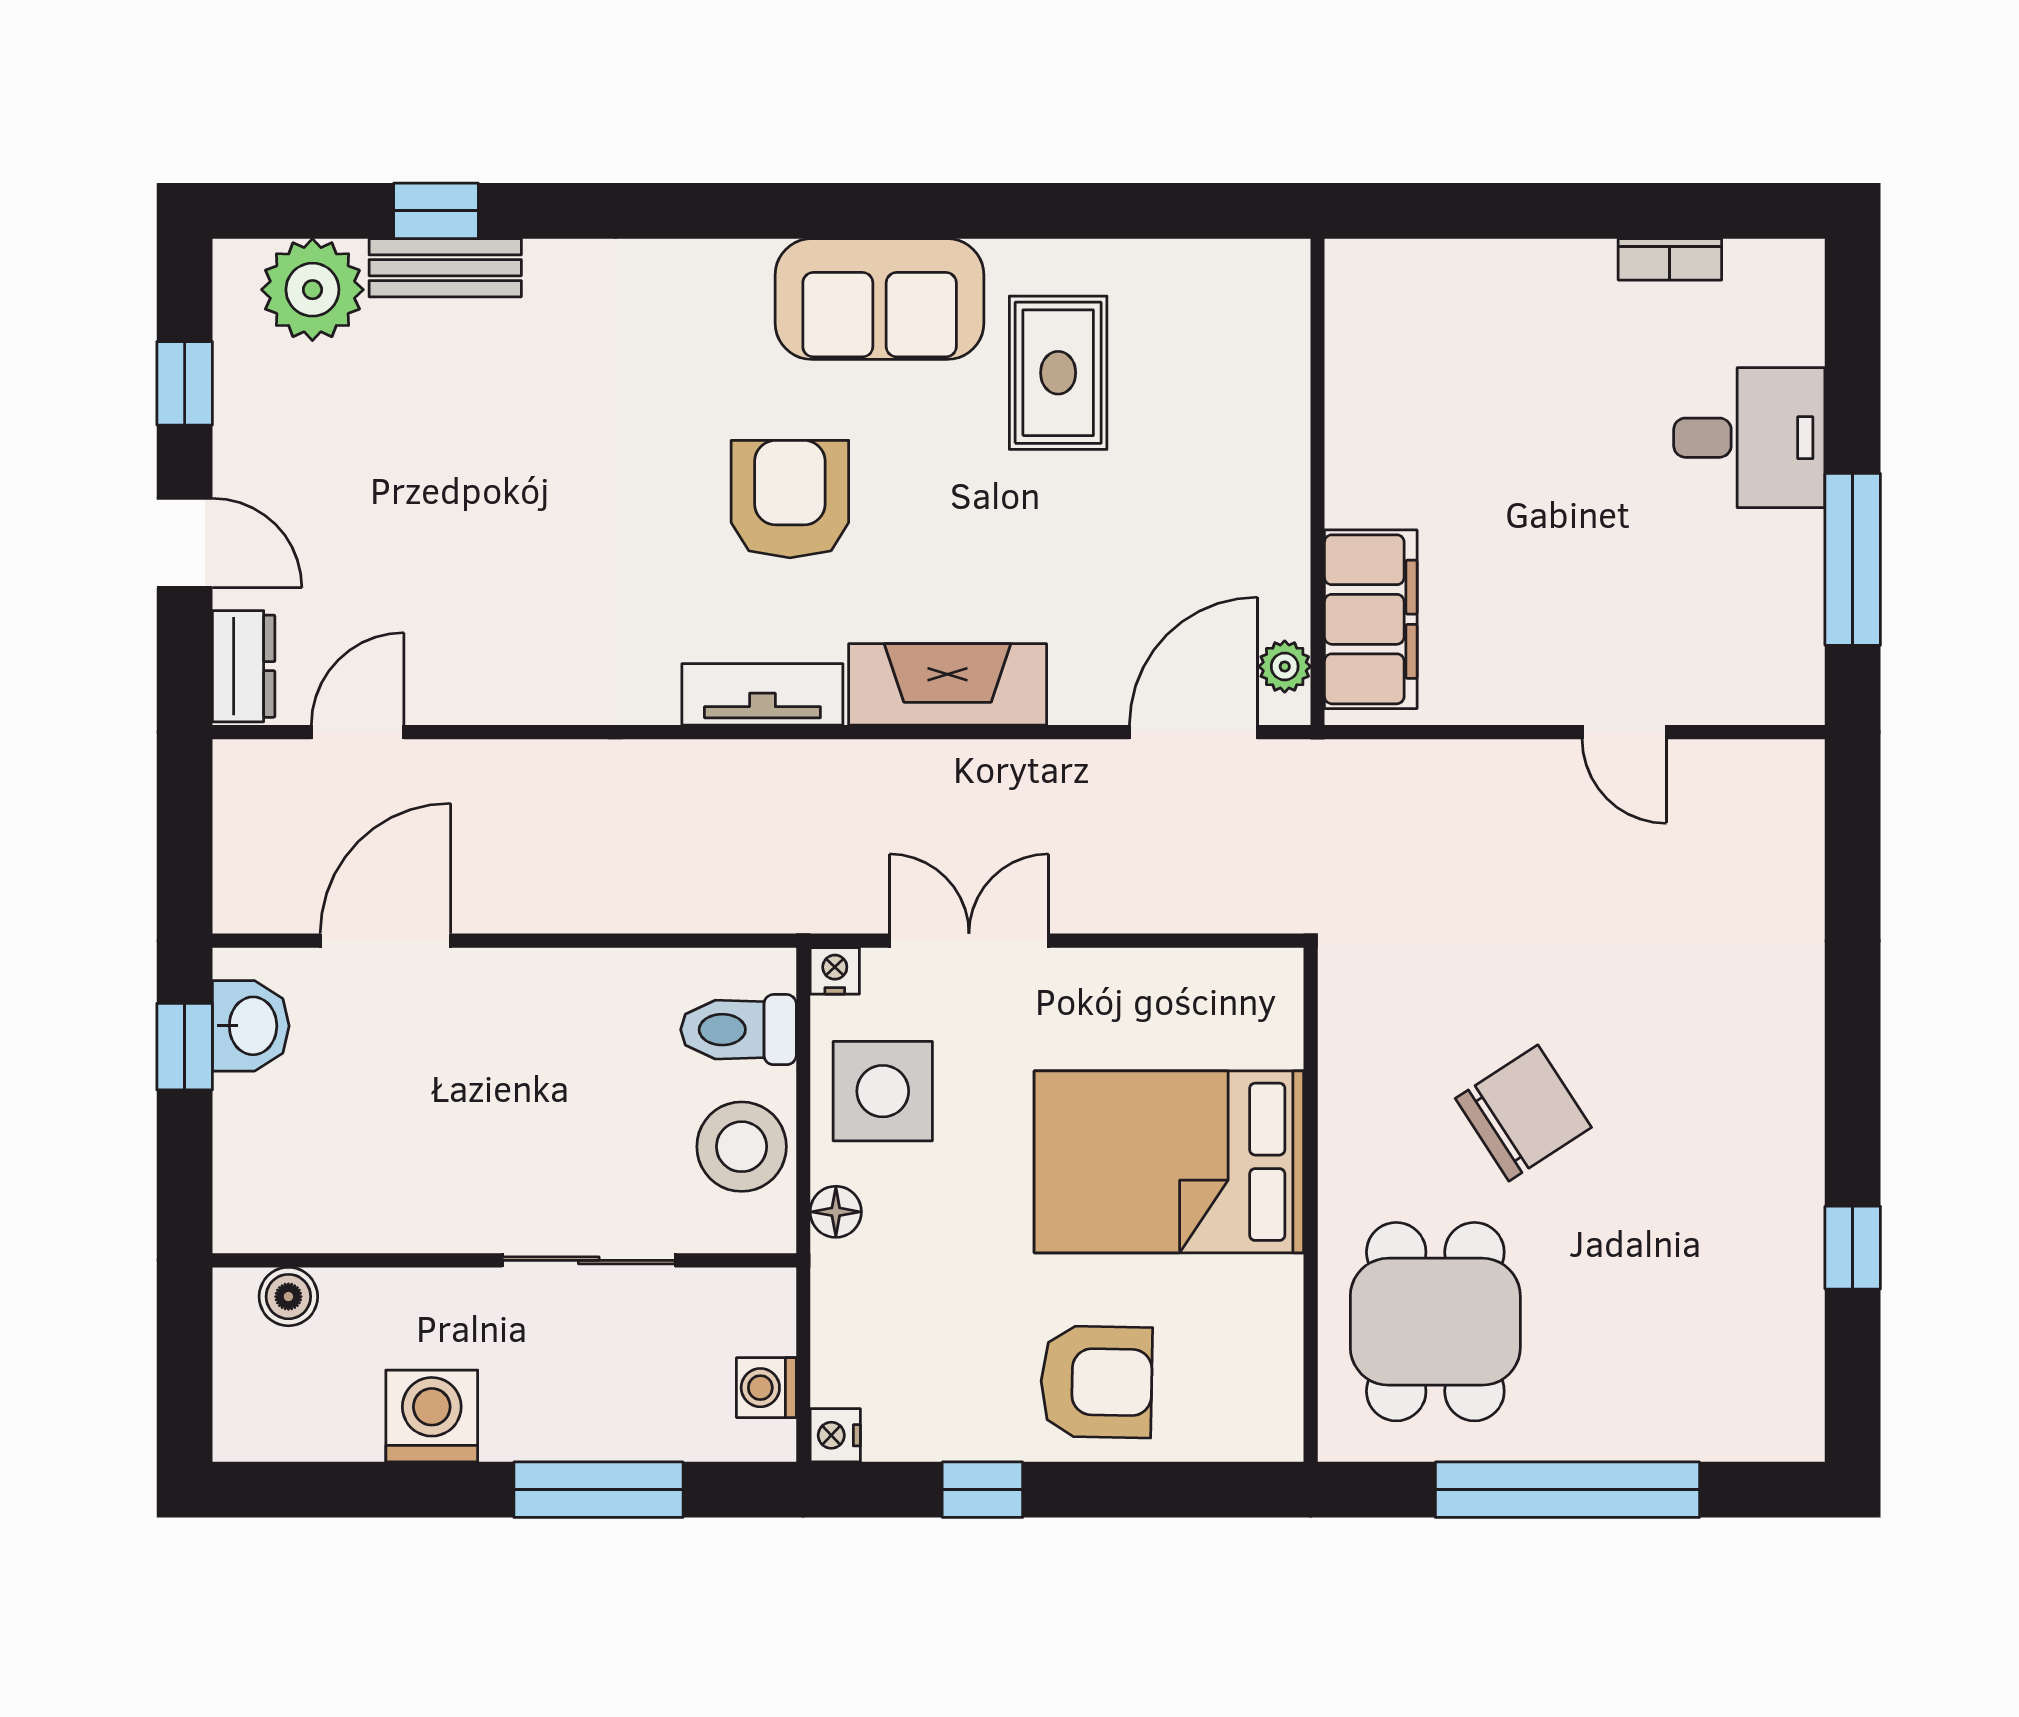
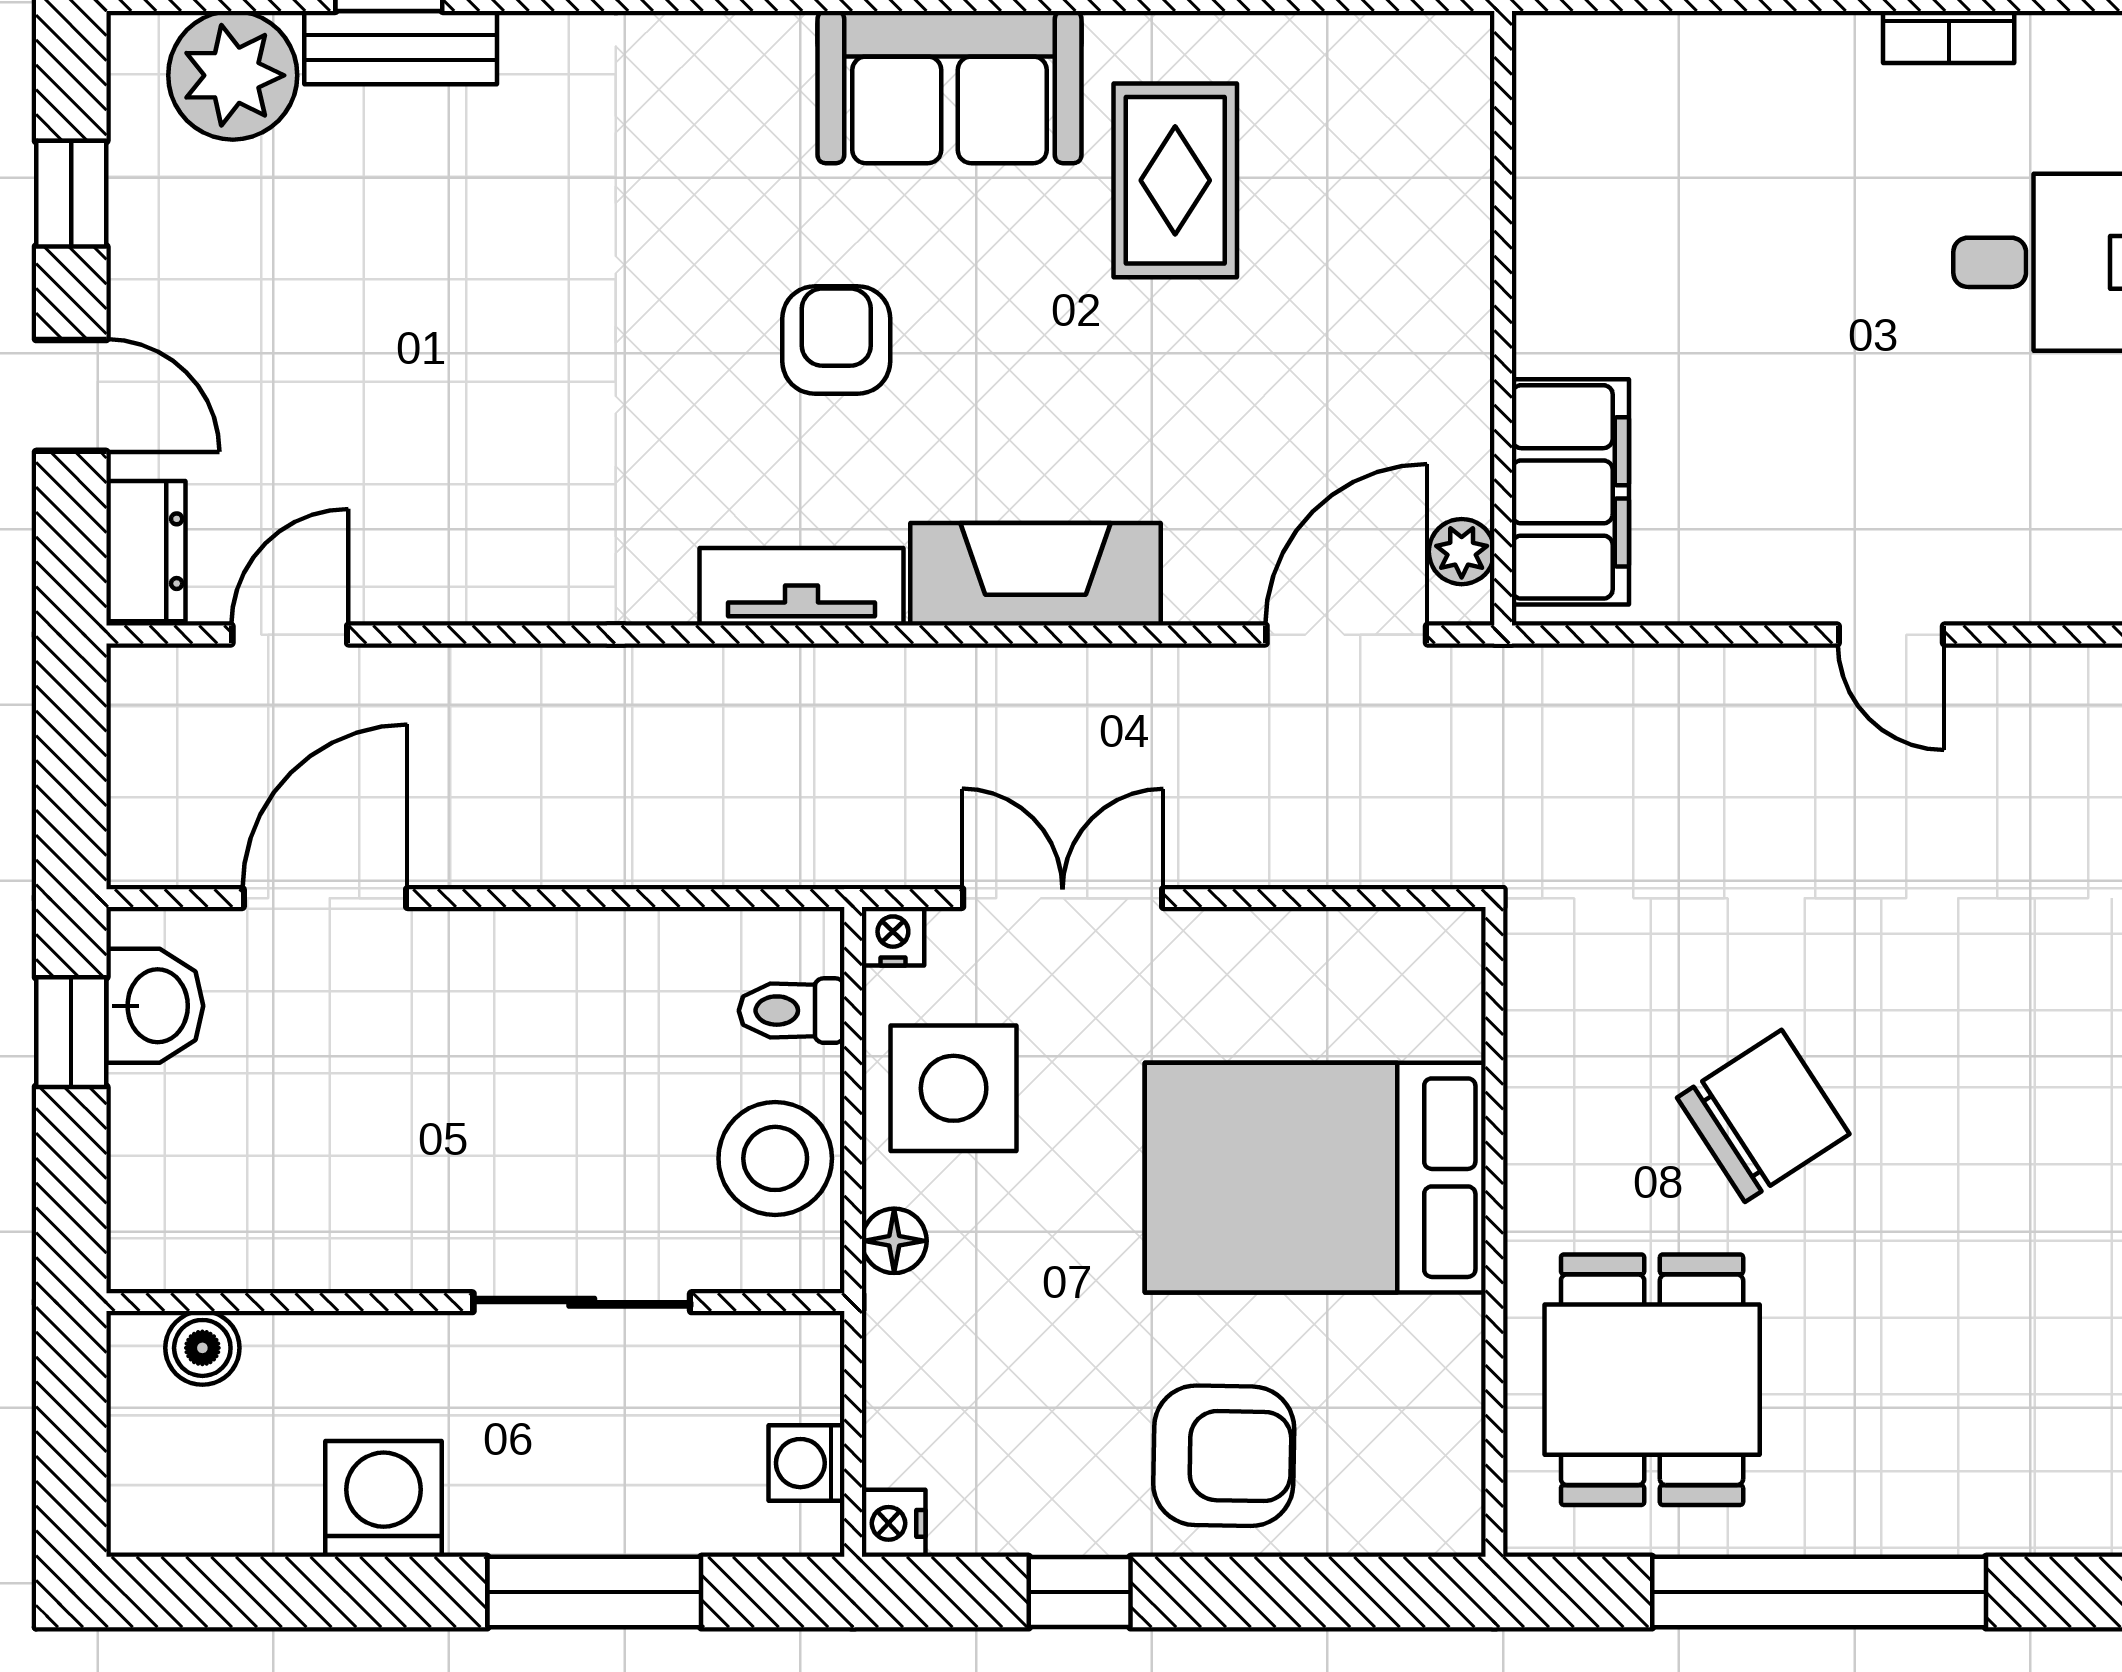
armchair: (790, 499) -> (836, 340), width x0.72, depth x0.72
toilet: (738, 1030) -> (792, 1011), width x0.73, depth x0.72

